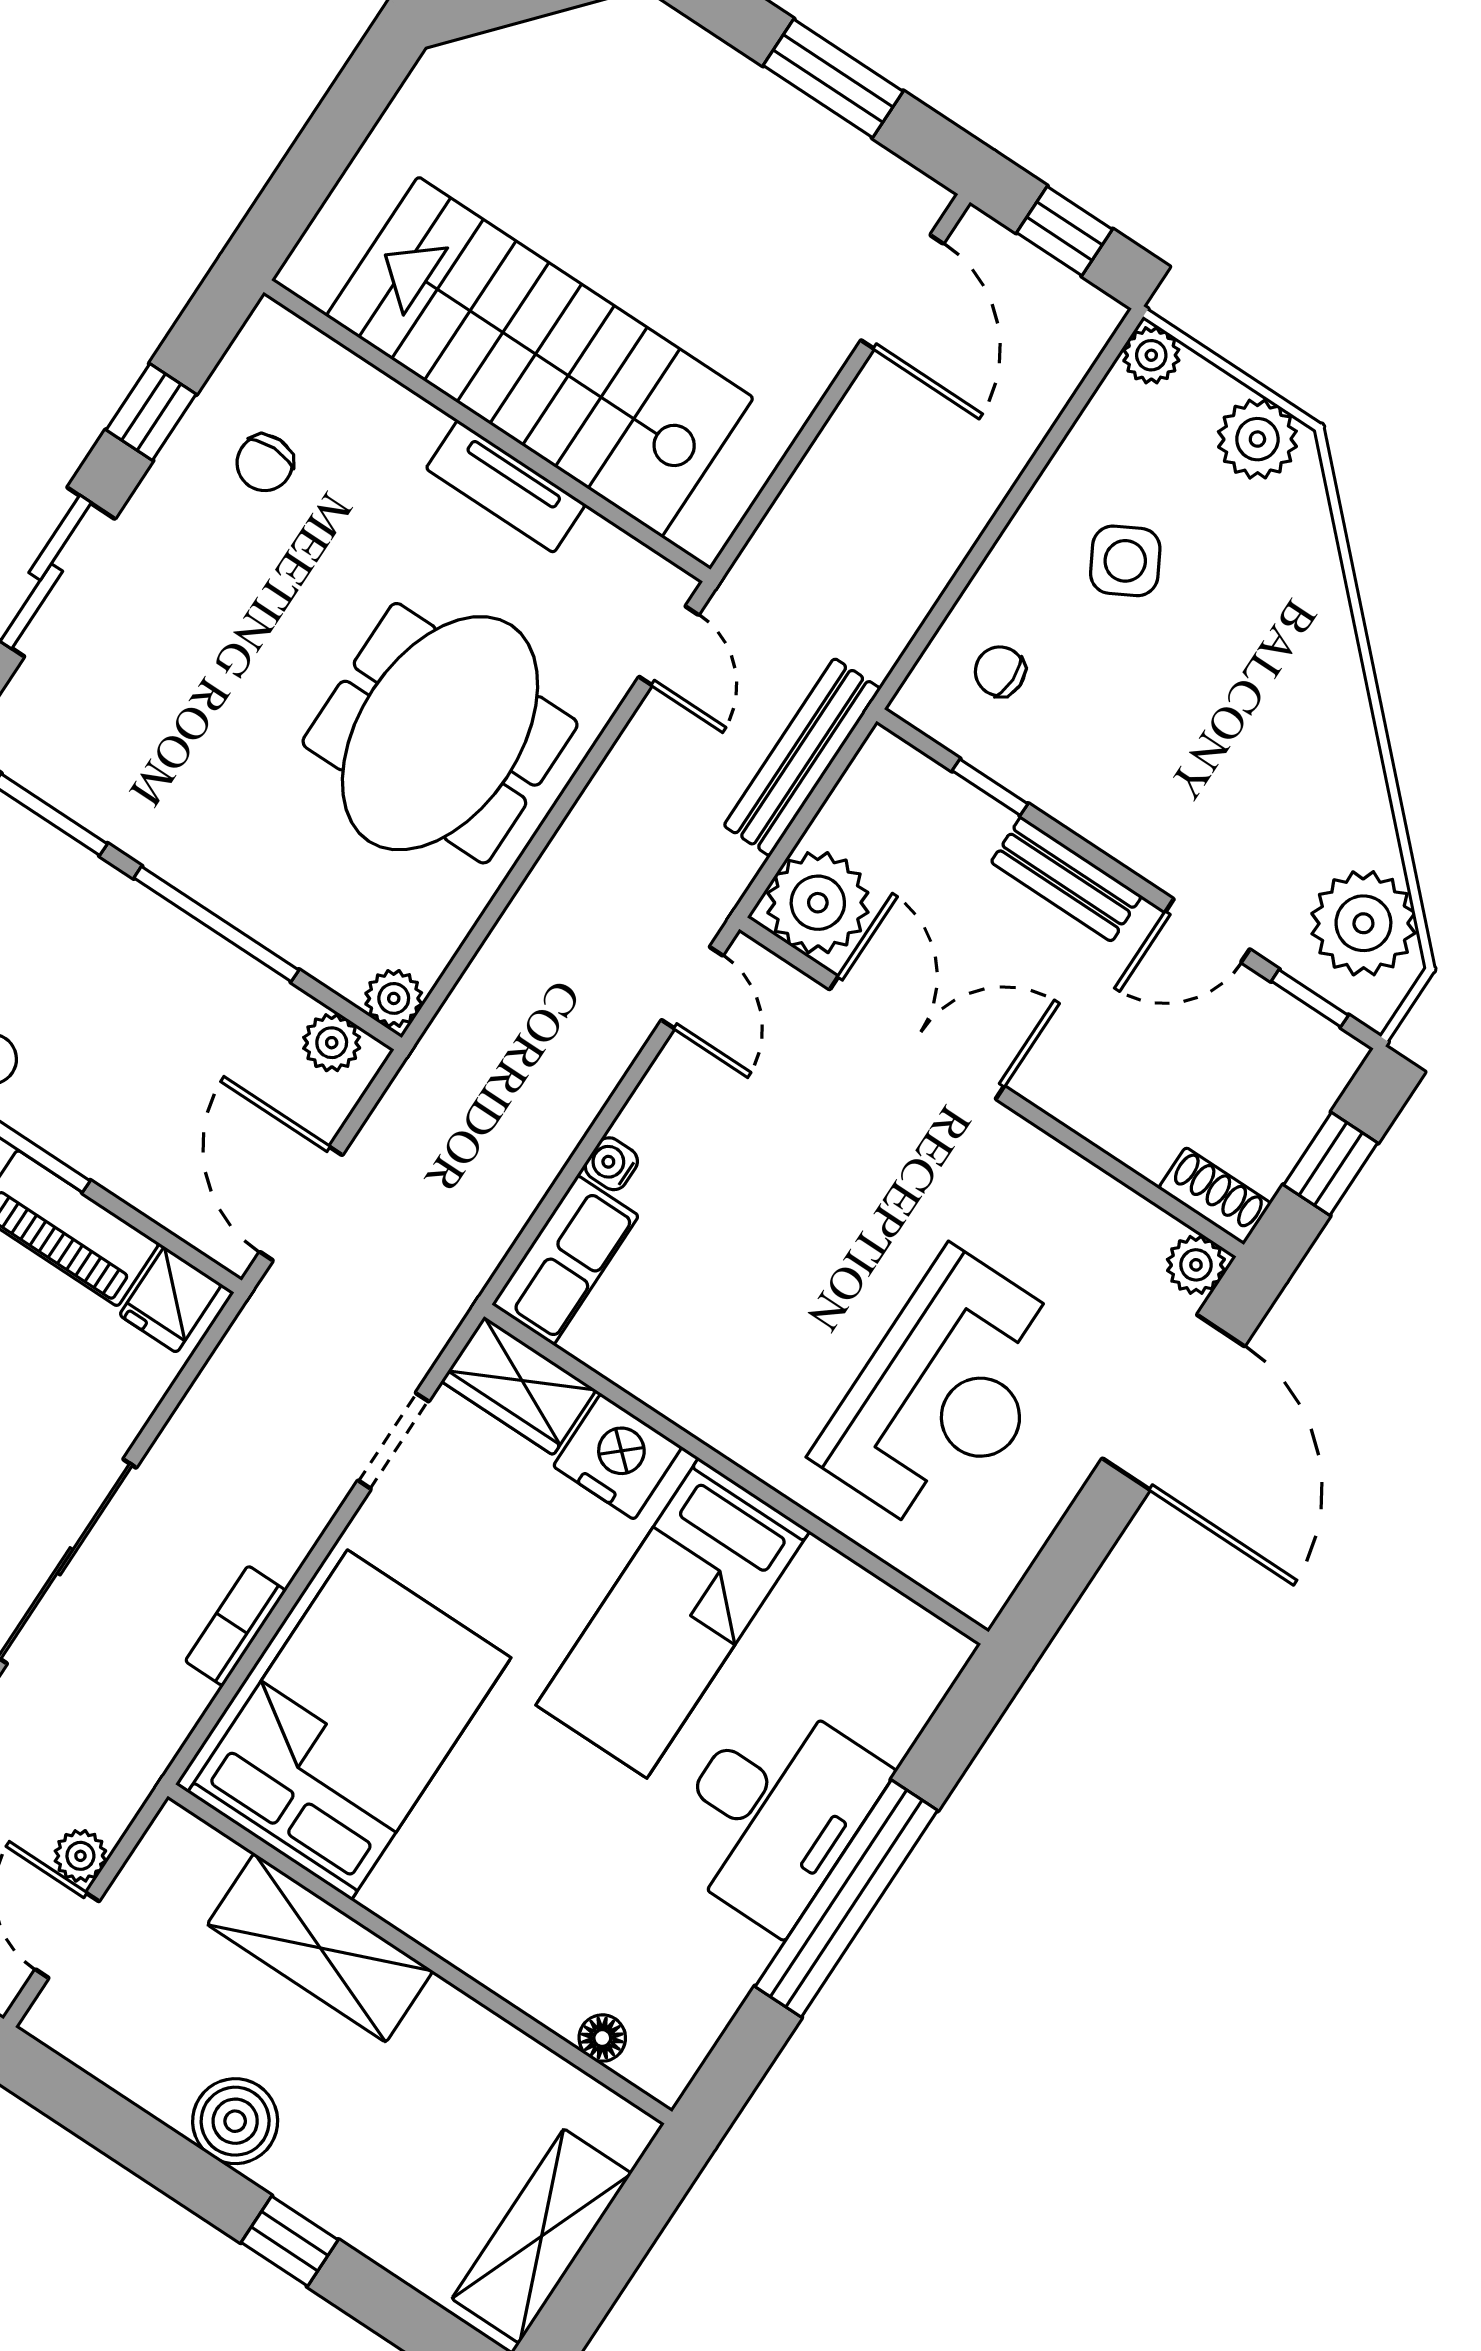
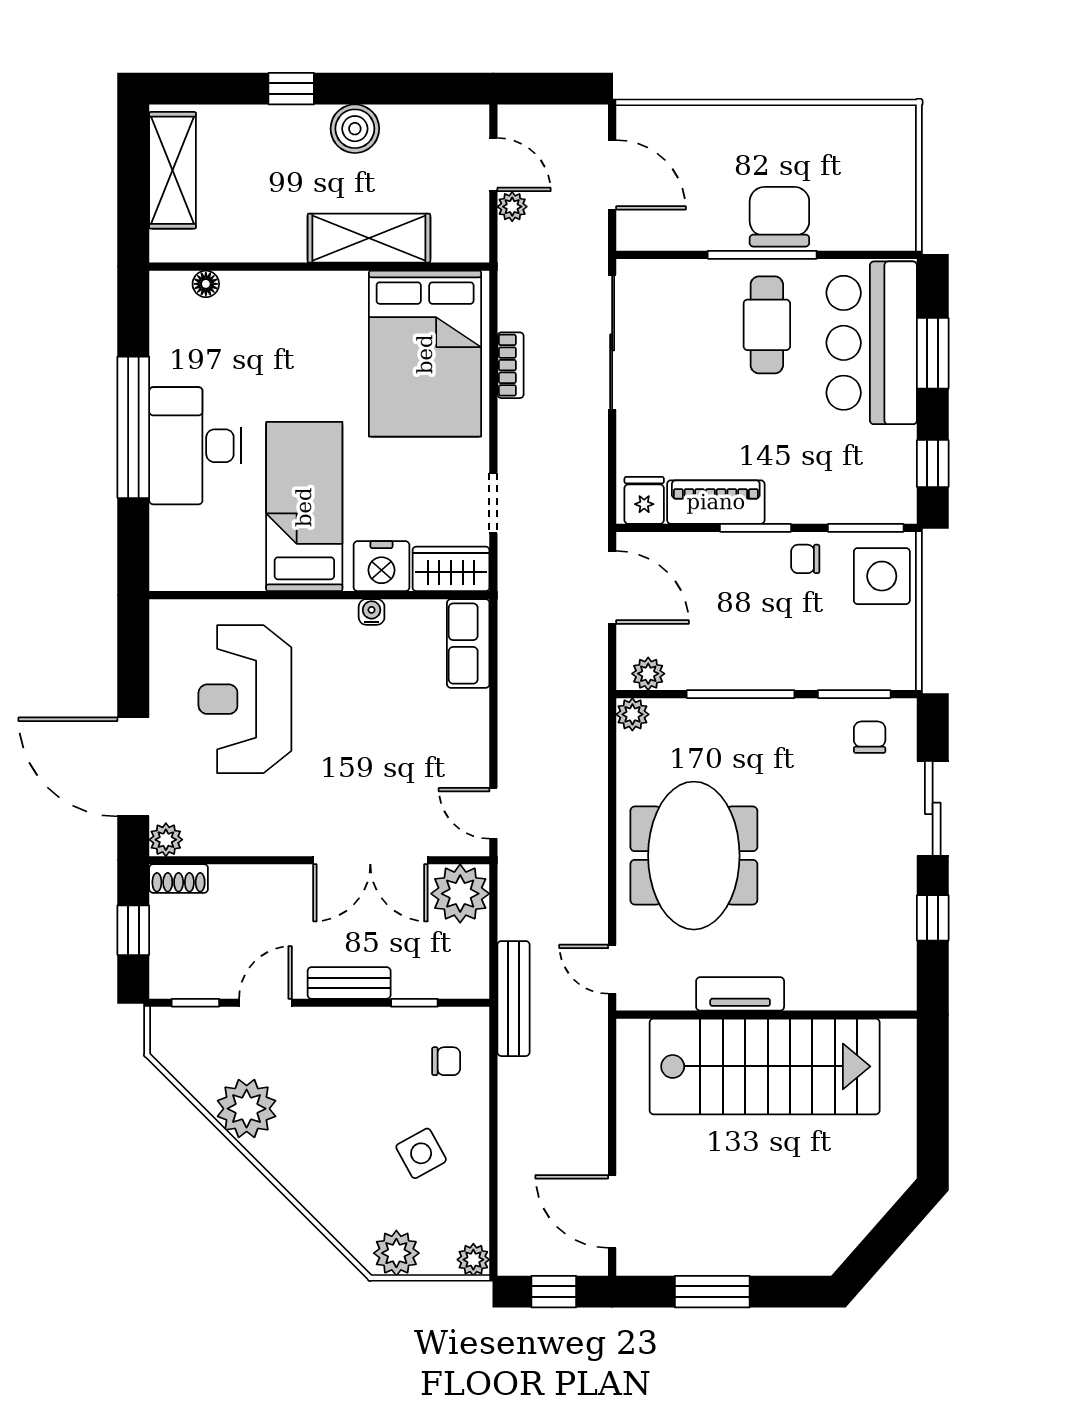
chair: (265, 463) -> (870, 737), moved
bench: (802, 757) -> (514, 999), moved
plant: (1363, 923) -> (247, 1109), moved
water cooler: (611, 1164) -> (372, 612), moved, turned -90

